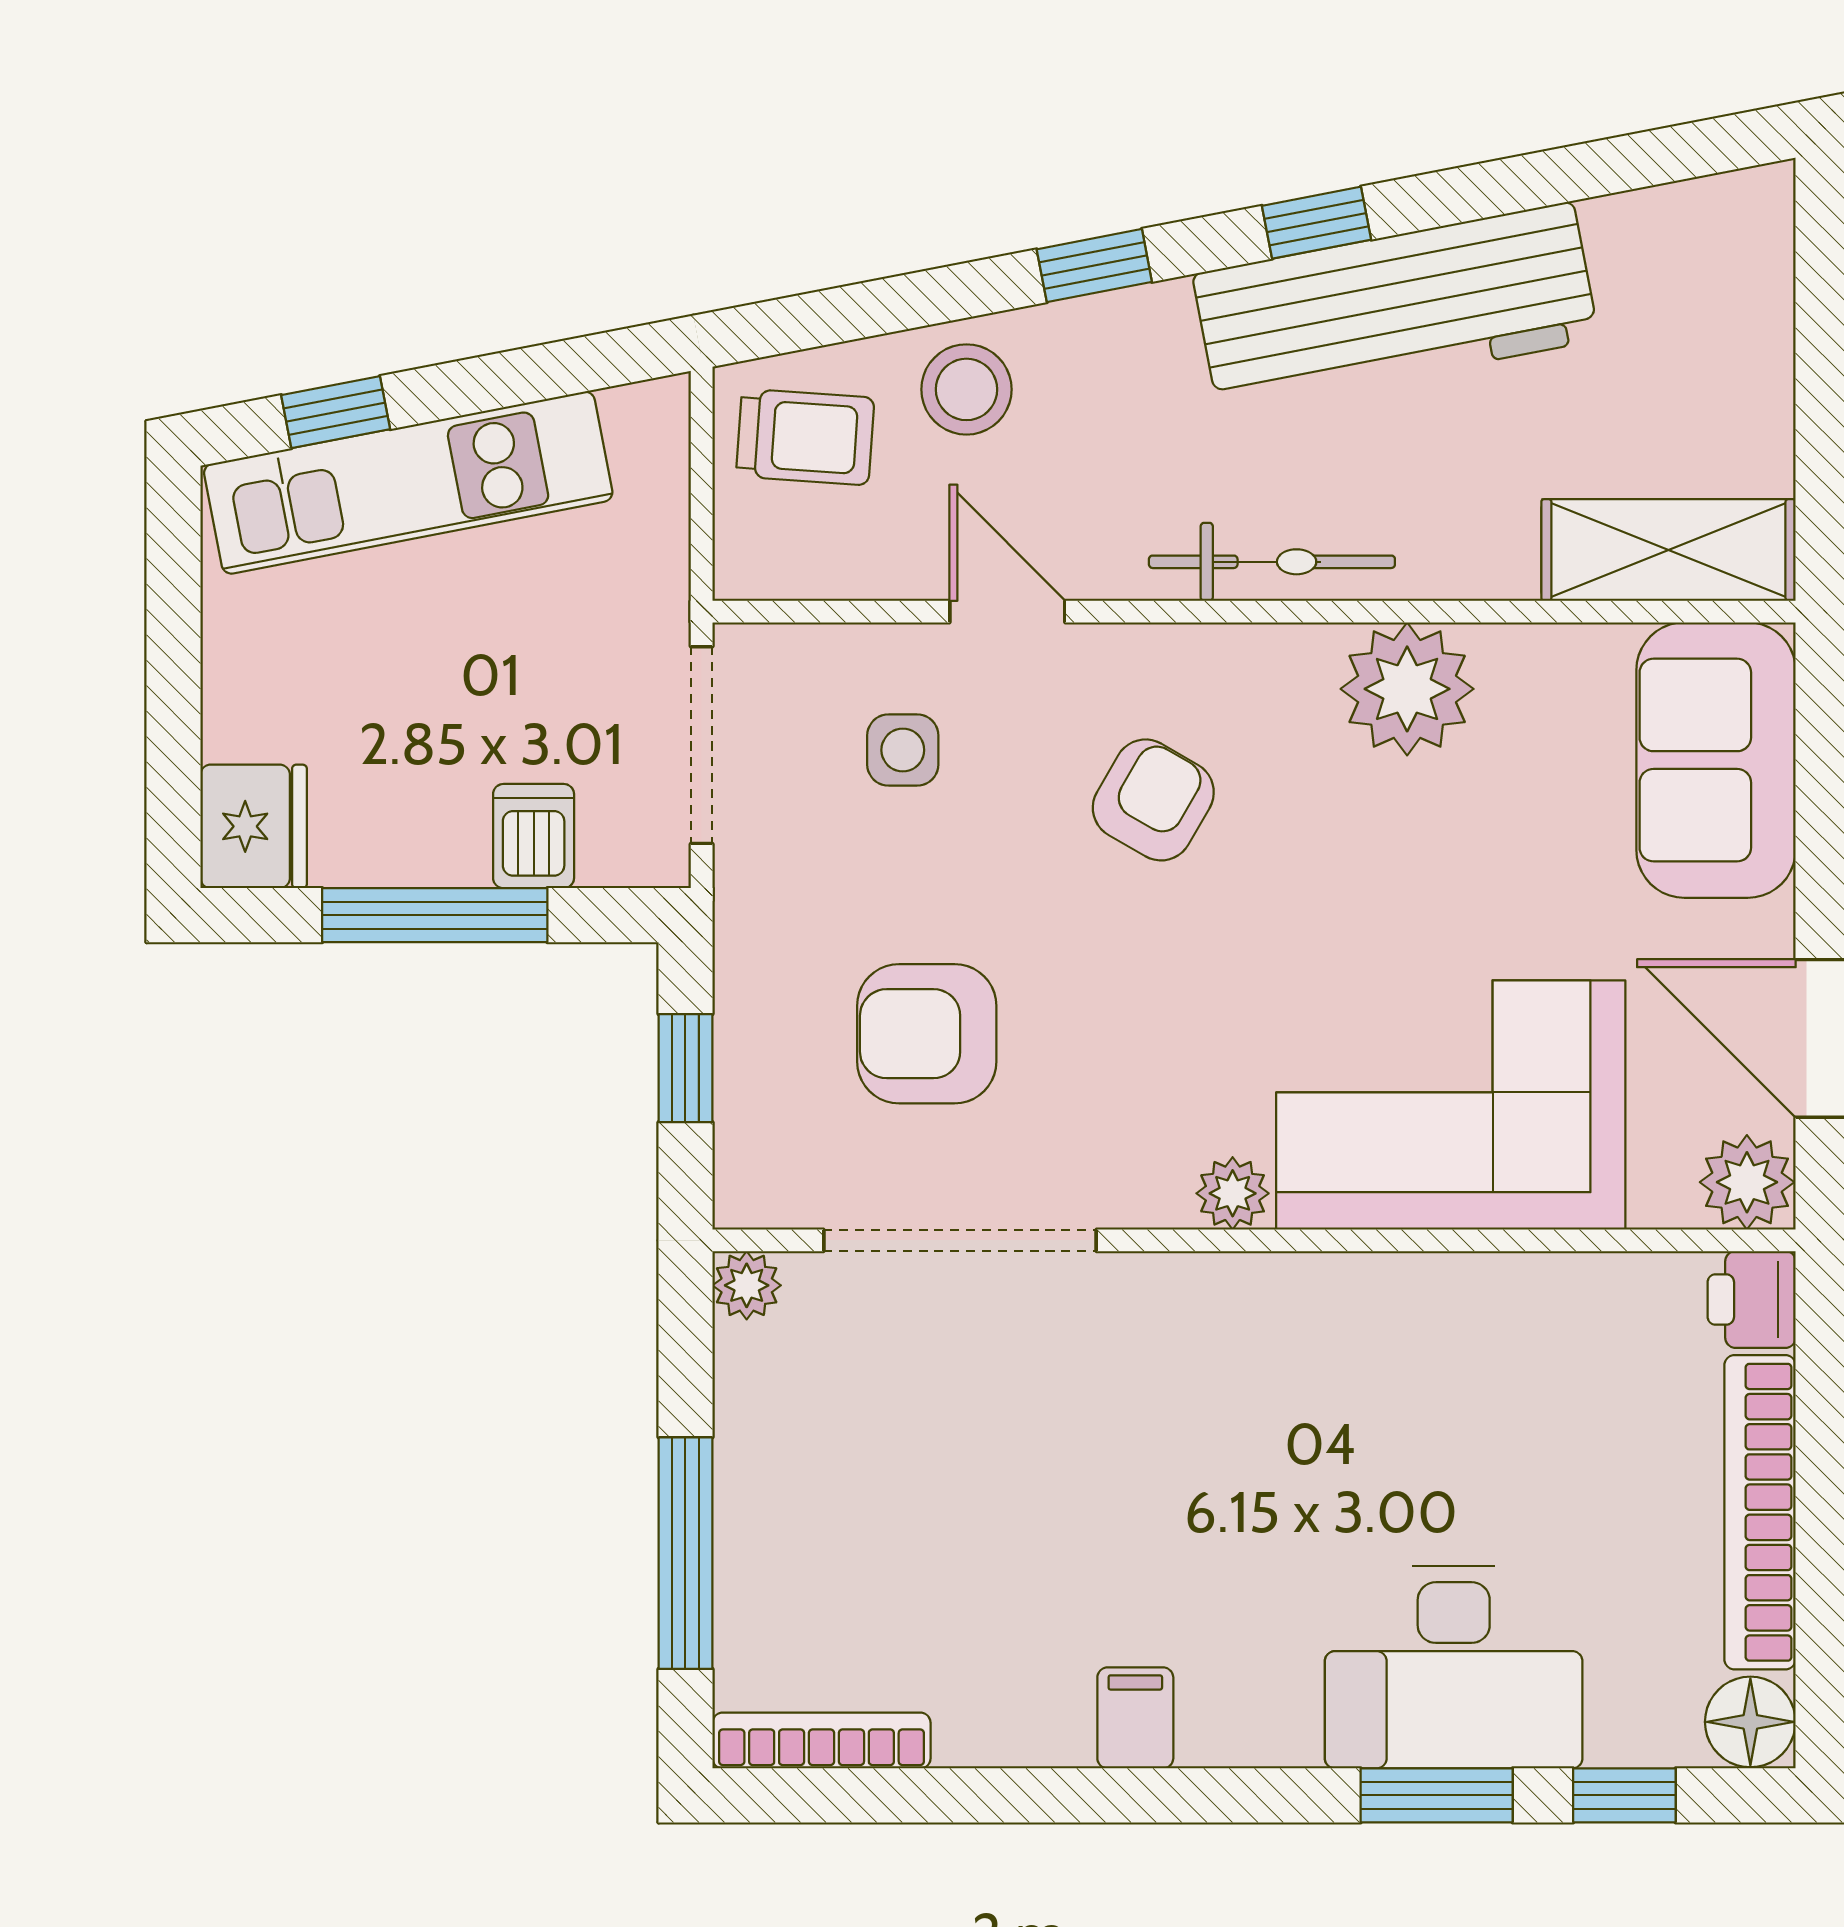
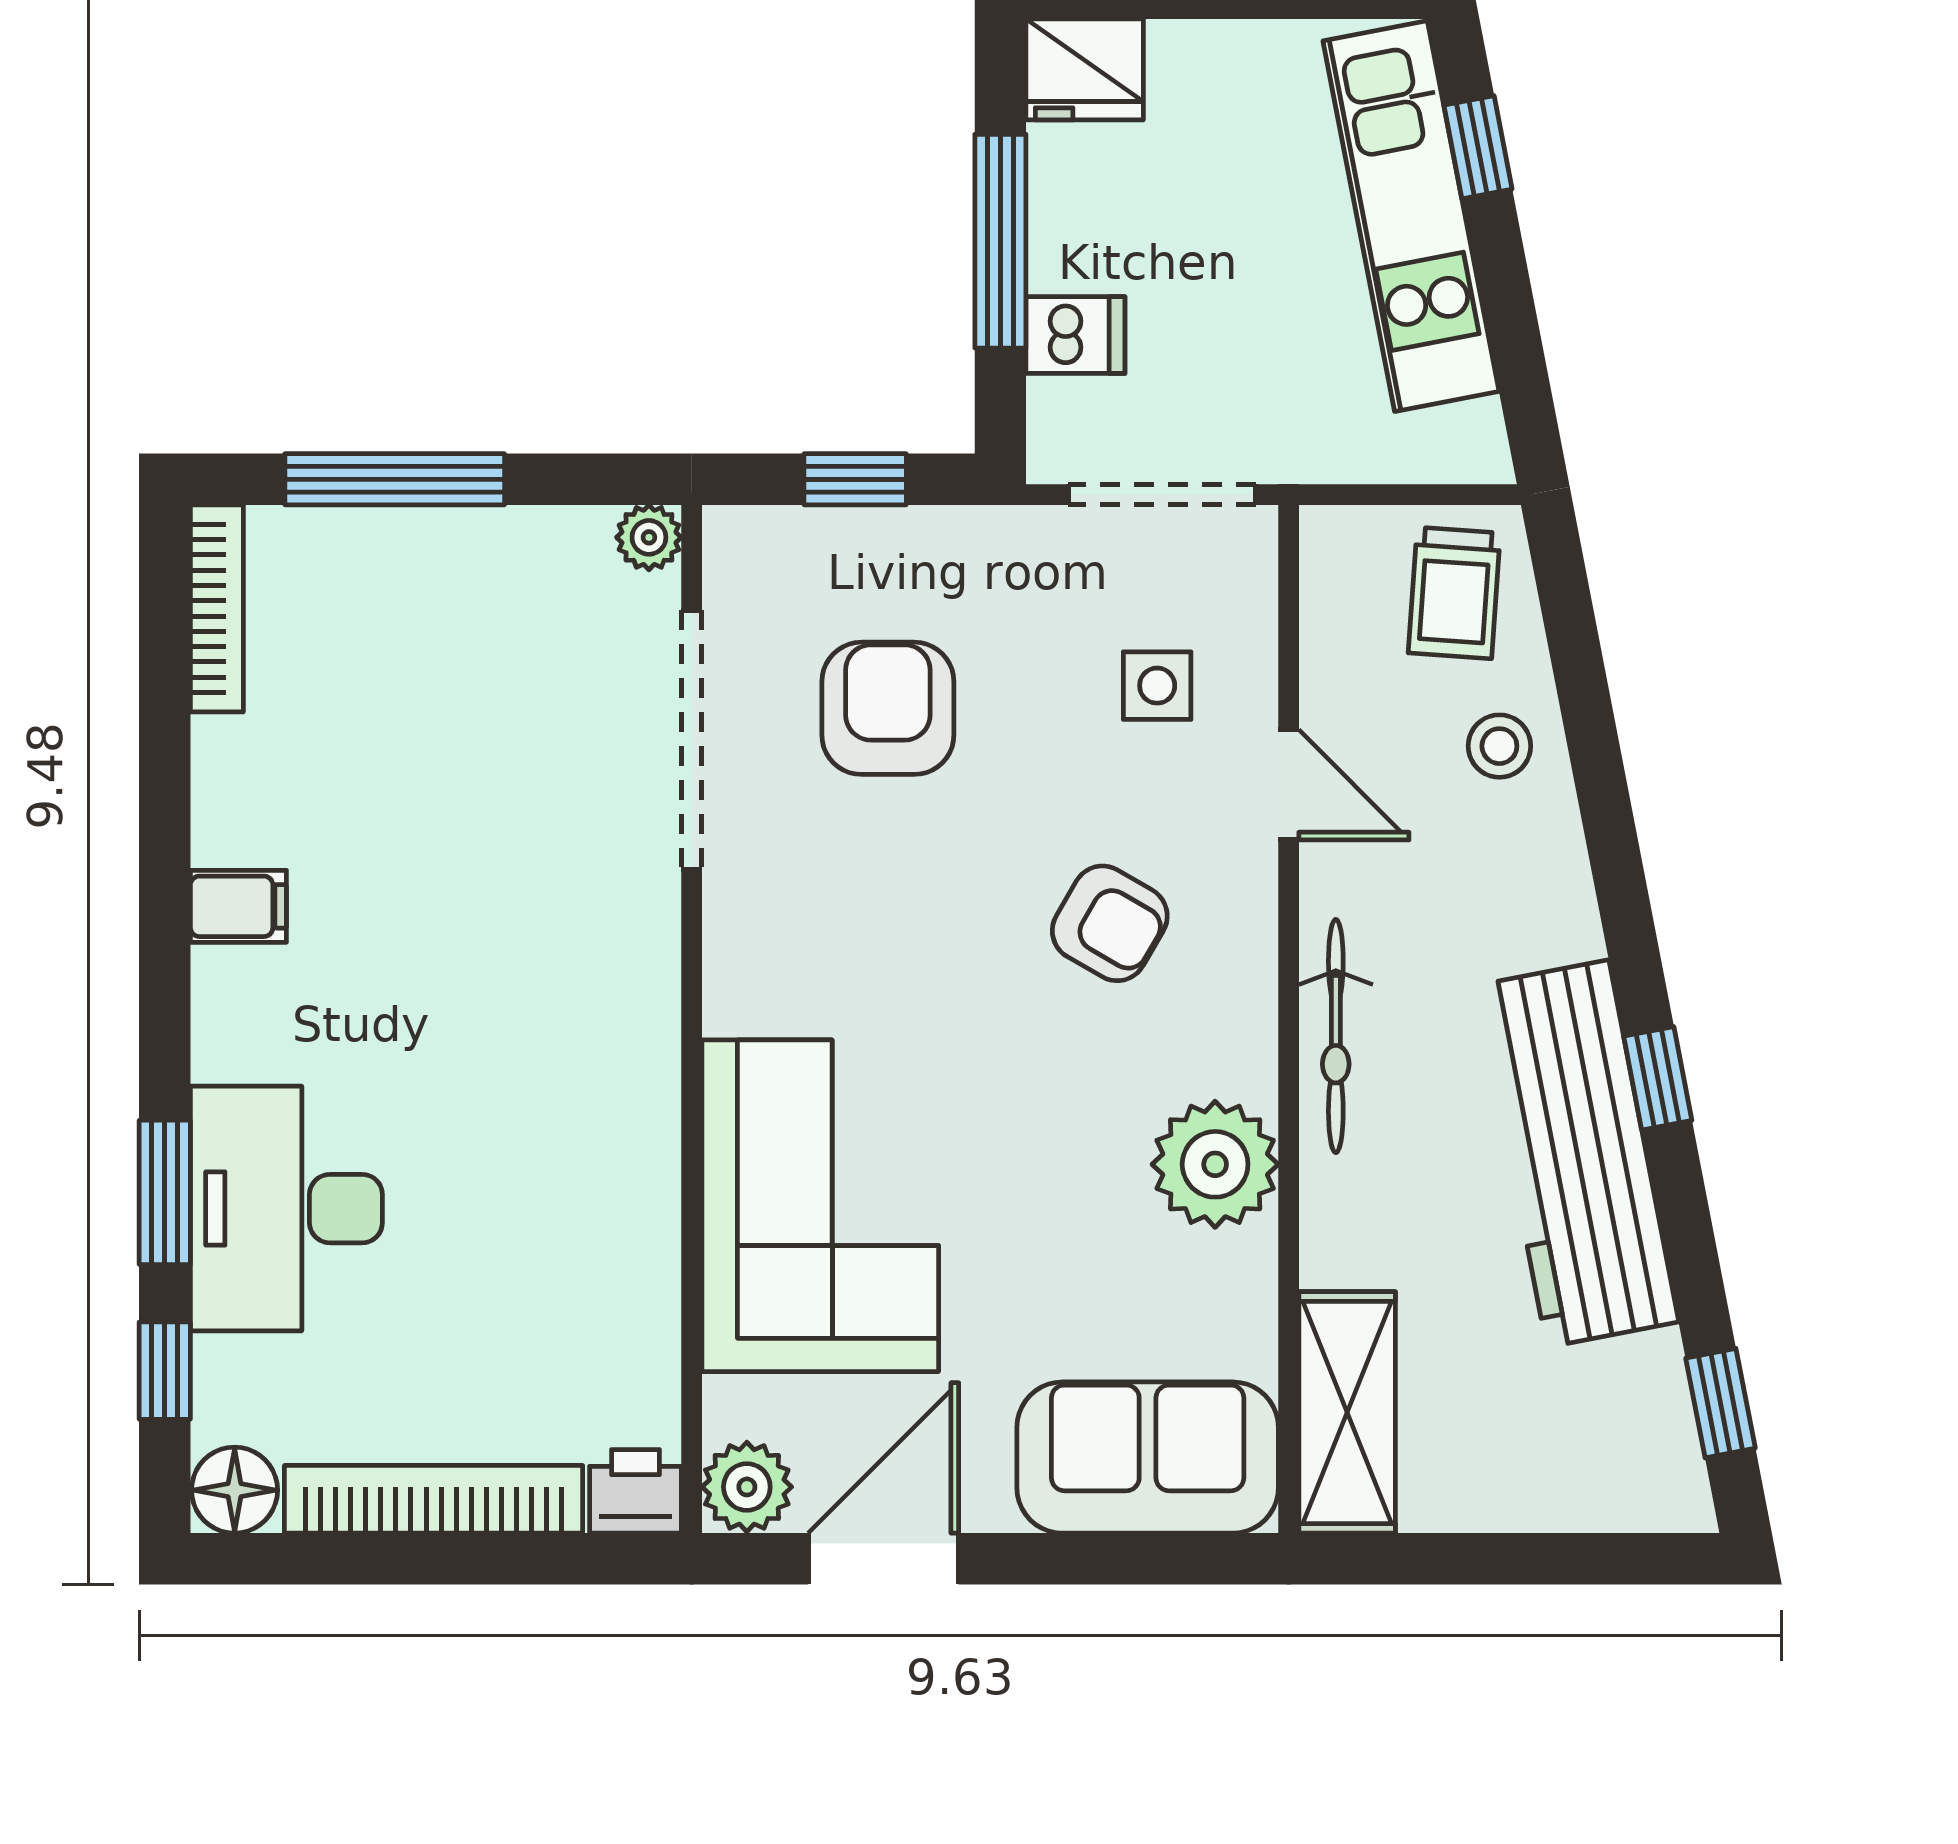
window: (1094, 266) -> (1721, 1403), moved
stool: (966, 389) -> (1499, 746), width x0.73, depth x0.73
door: (1007, 612) -> (1289, 785), hinge flipped
plant: (1233, 1193) -> (736, 999), removed

